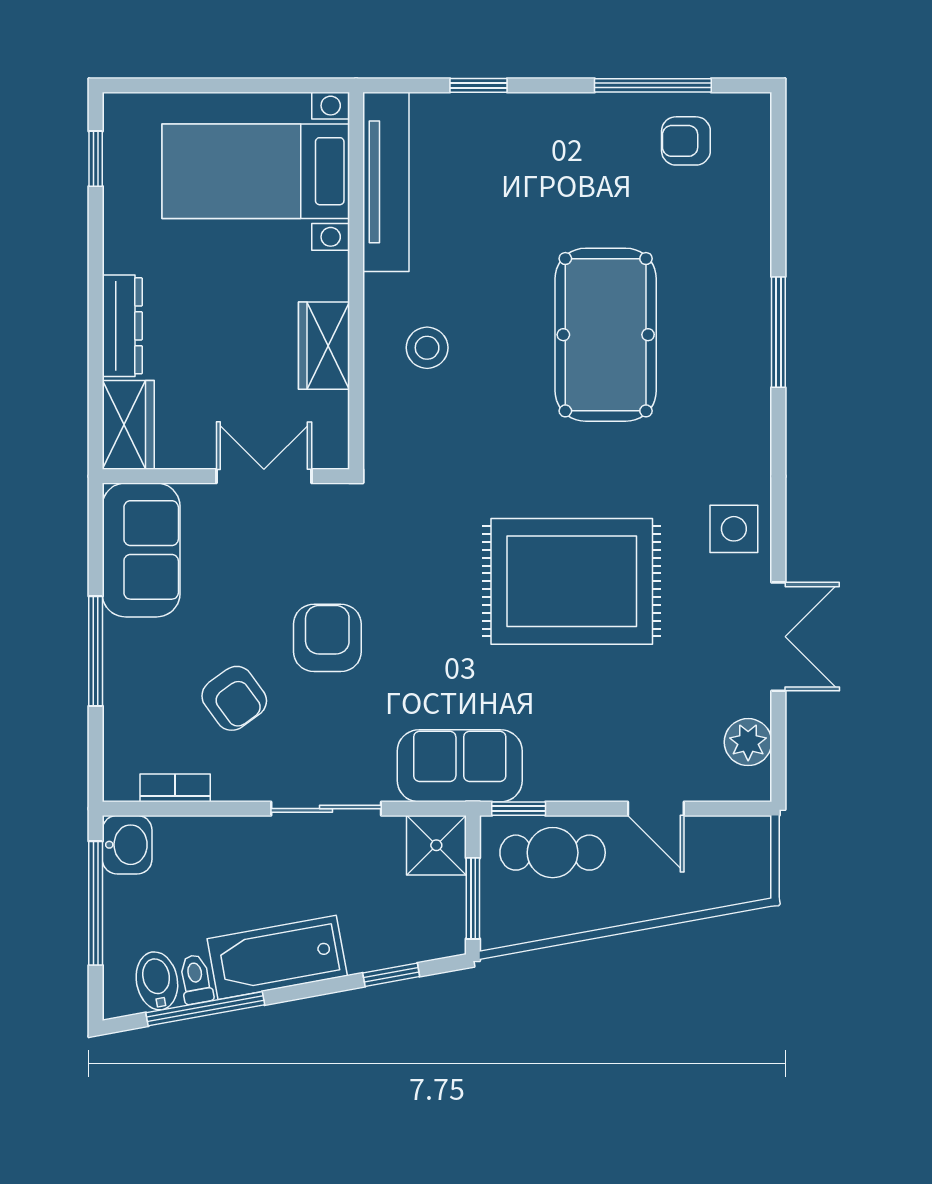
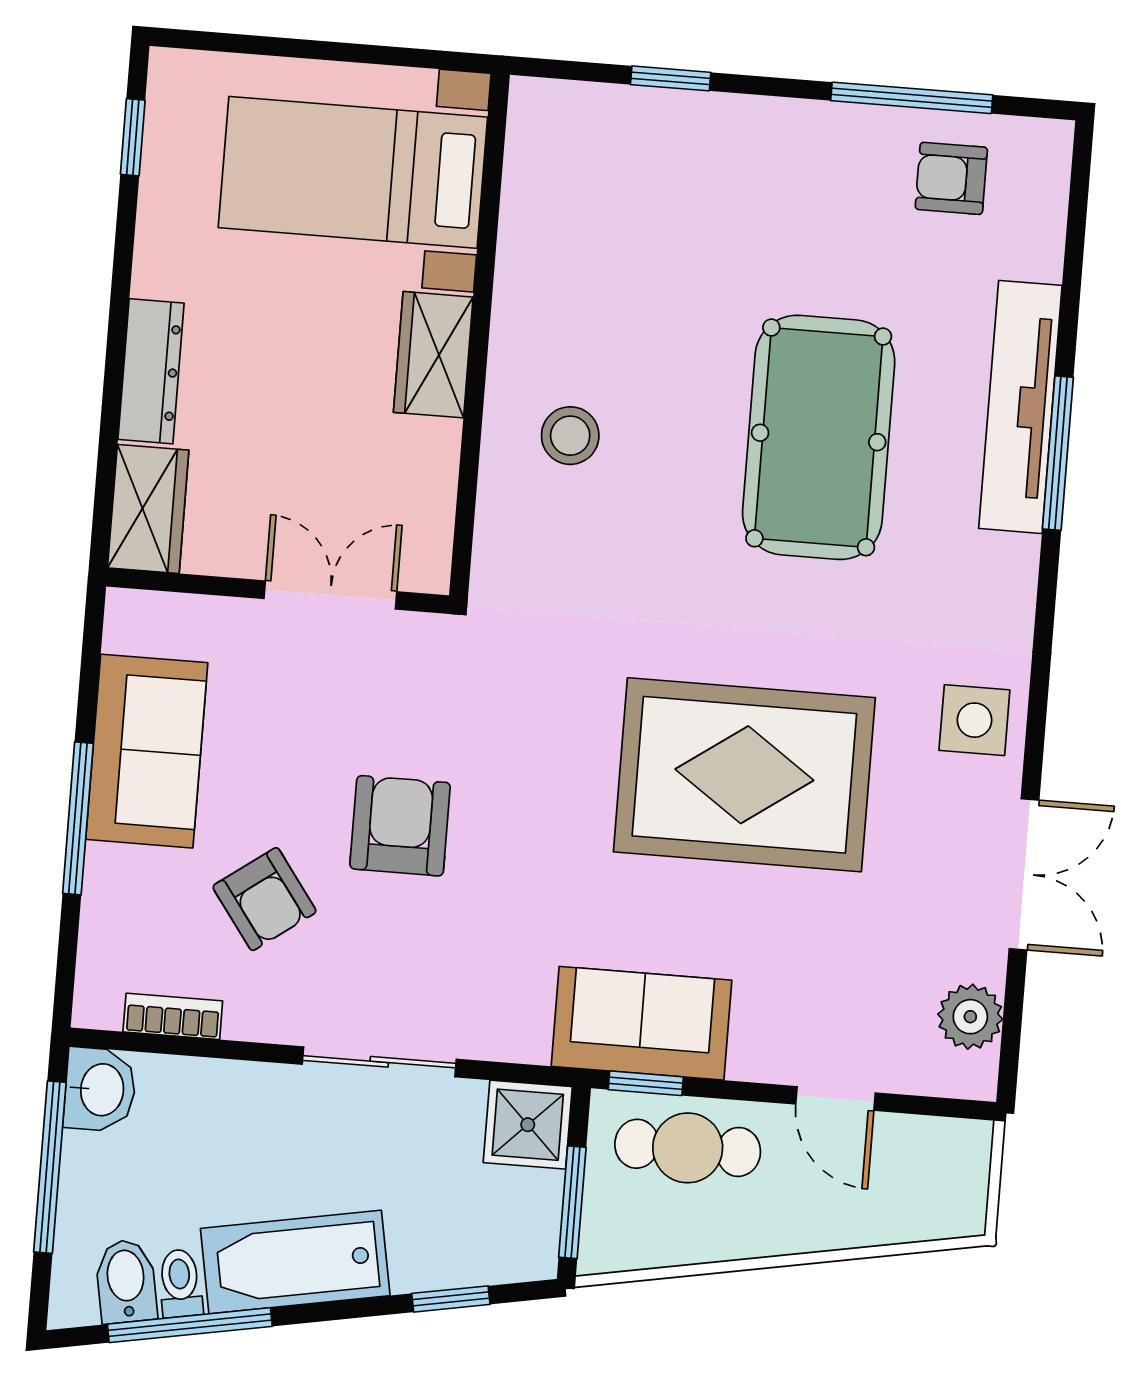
tv unit: (386, 182) -> (1020, 407), moved, turned 180
wardrobe: (324, 346) -> (433, 355), moved
sofa: (141, 550) -> (147, 751), moved
sofa: (460, 766) -> (641, 1023), moved

